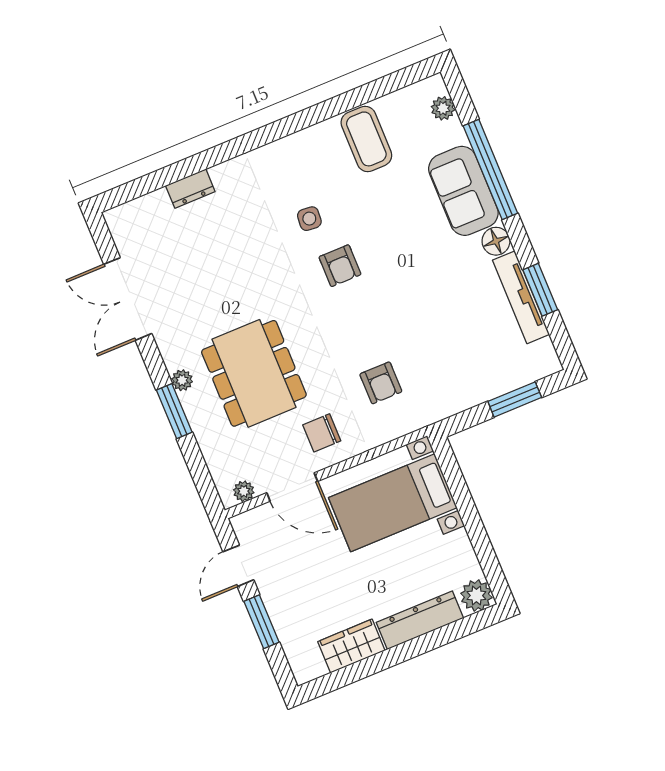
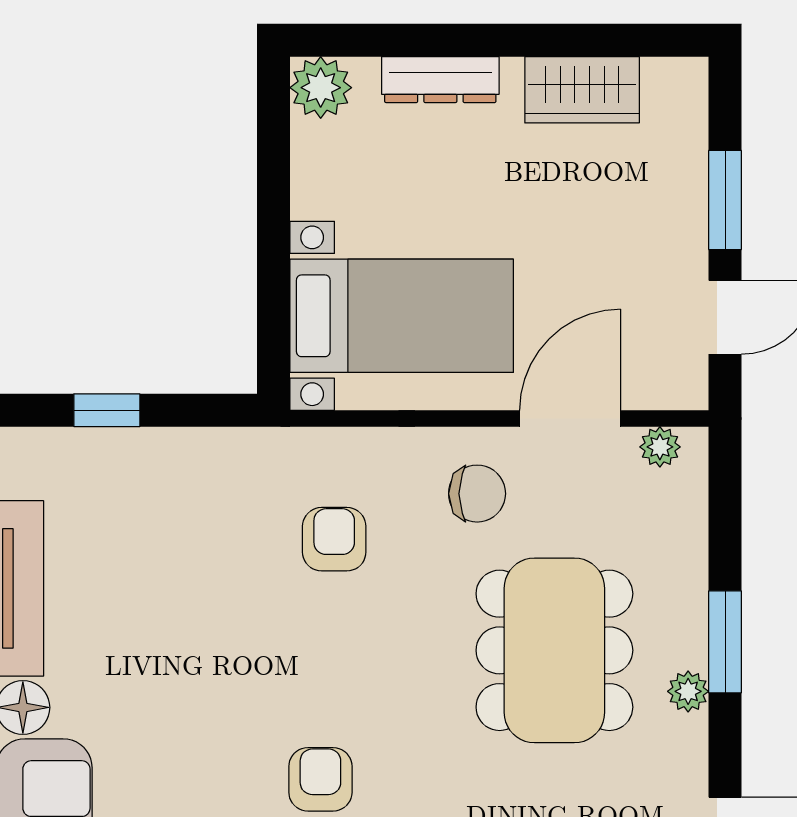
window: (515, 399) -> (107, 410), width x0.67
door: (292, 487) -> (570, 418), hinge flipped
dresser: (420, 620) -> (440, 80), width x0.73, depth x0.80

